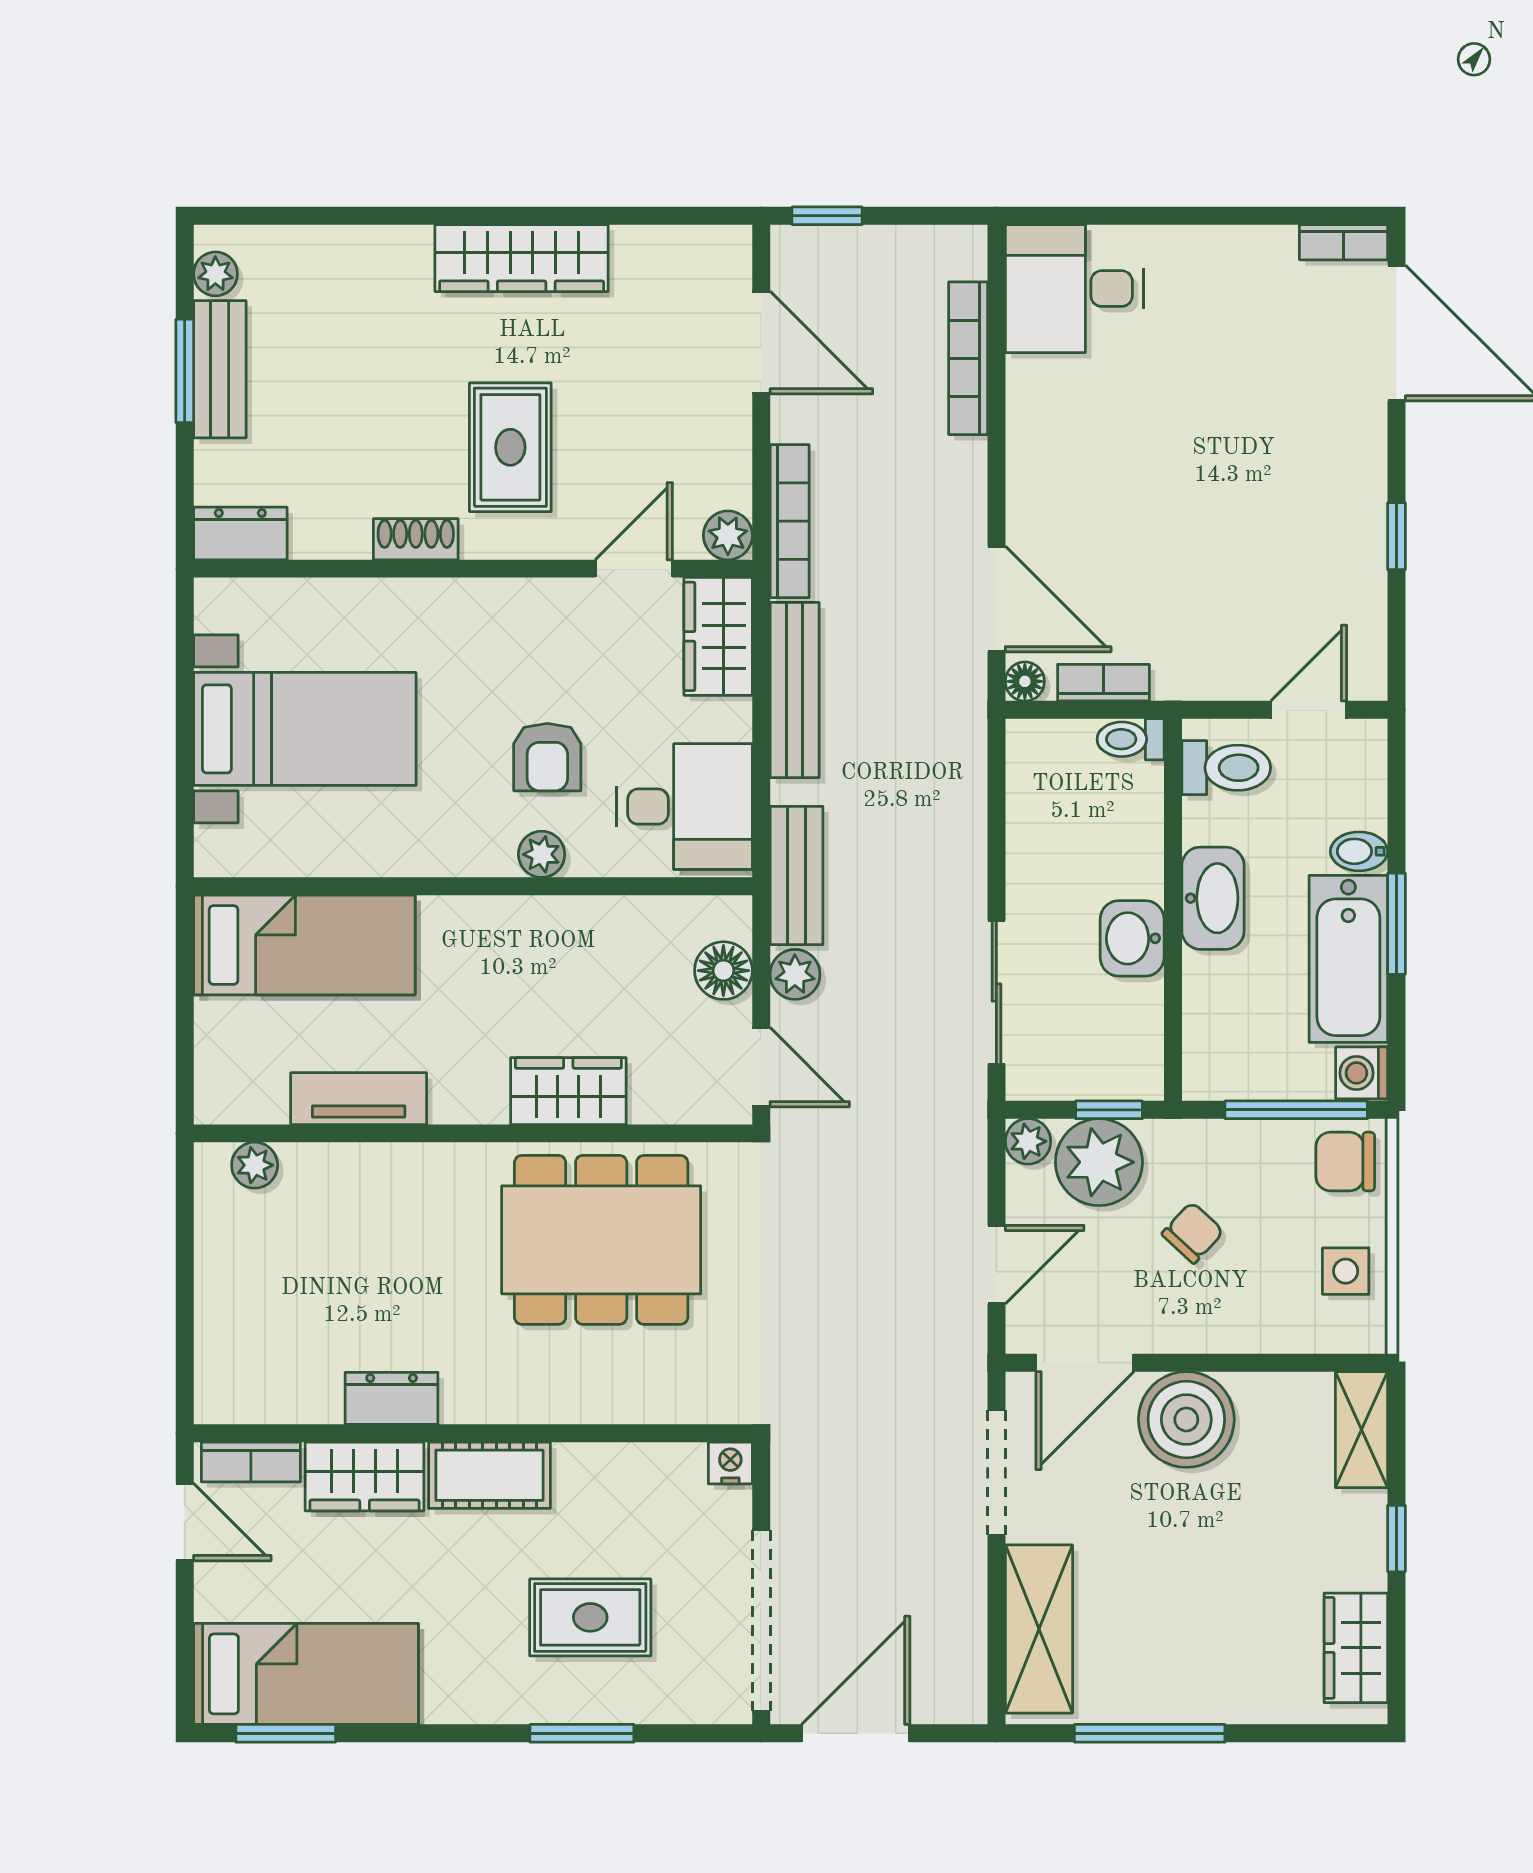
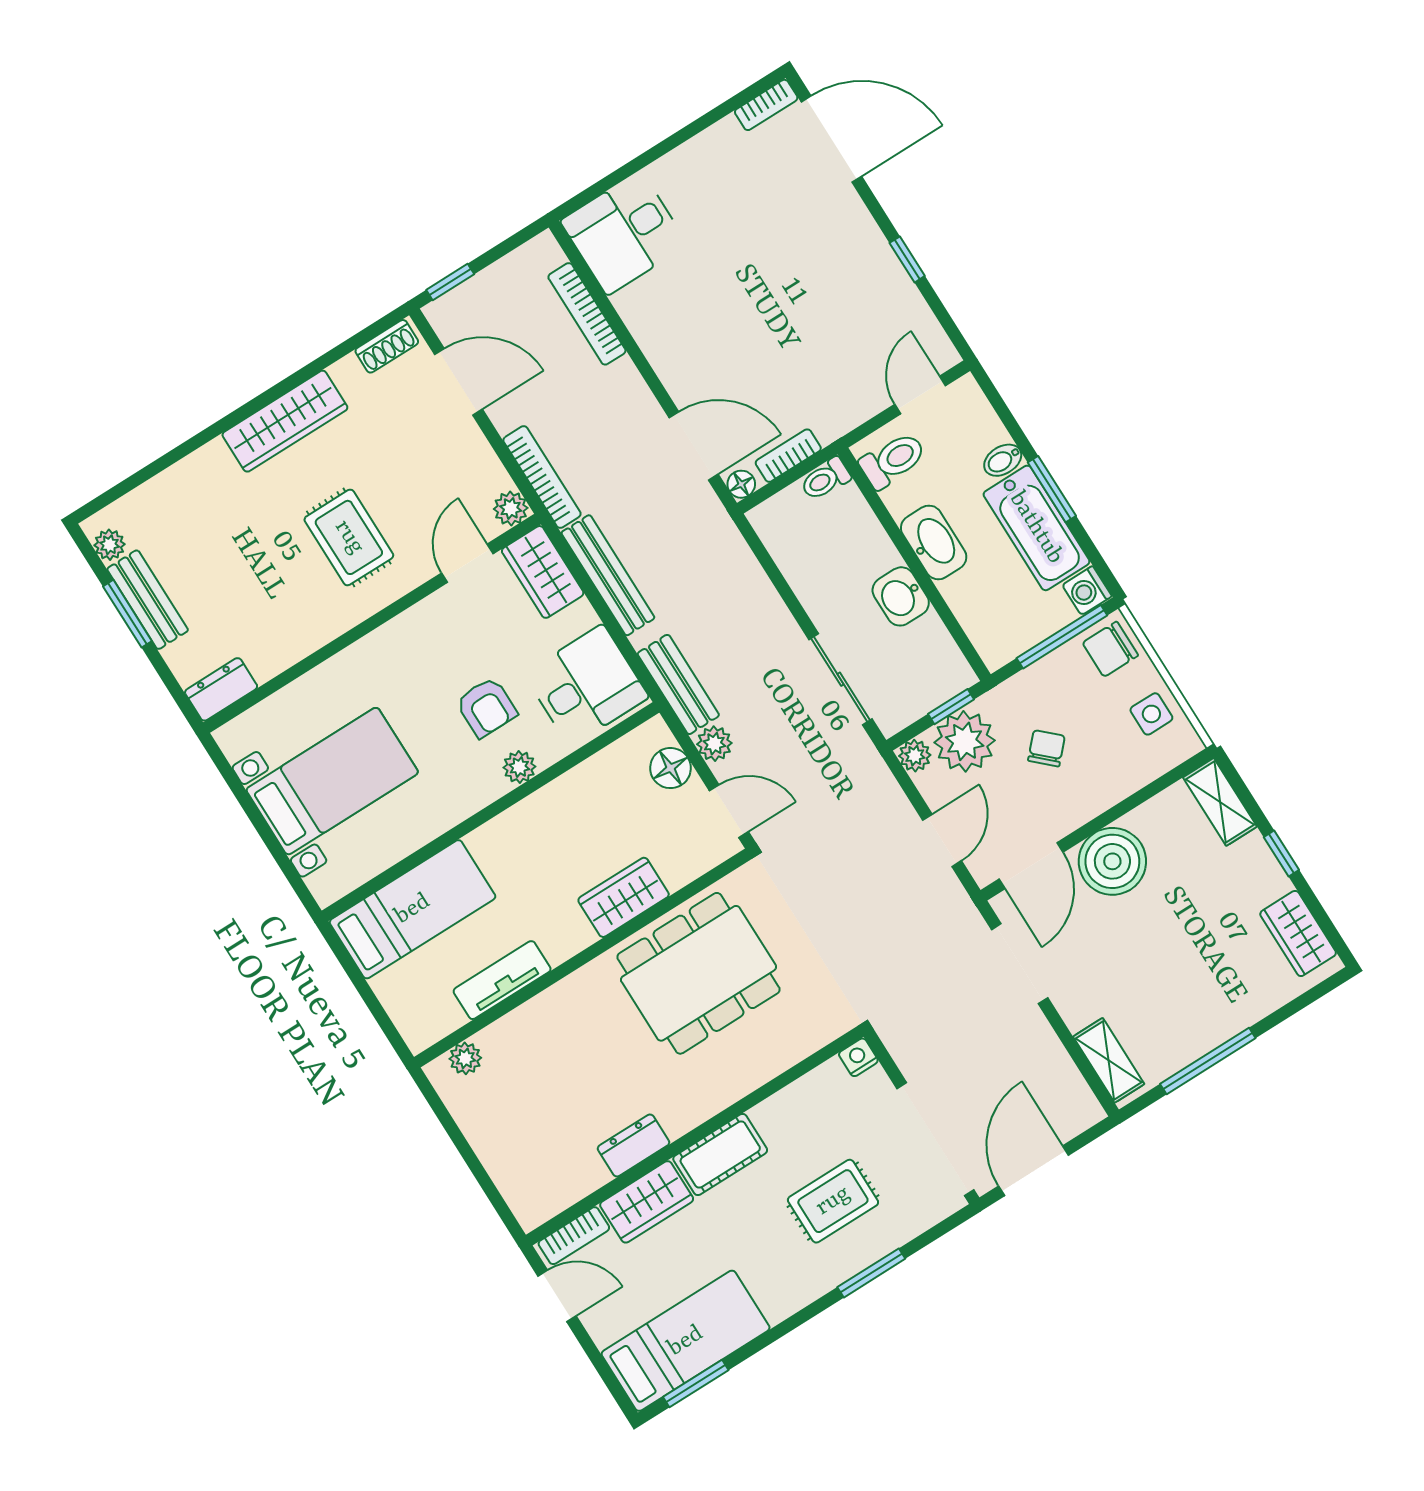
shoe rack: (416, 539) -> (387, 346), moved, turned 180
shelving: (1039, 1629) -> (1109, 1060), width x0.67, depth x0.75

